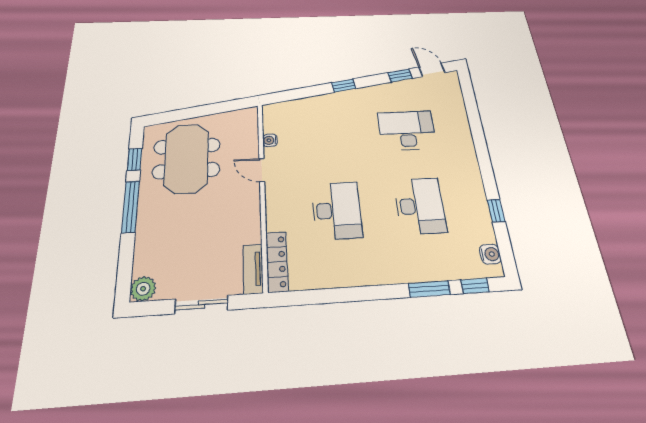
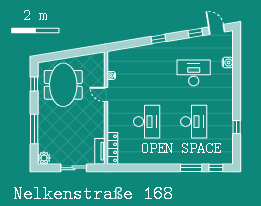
window: (130, 207) -> (34, 129), moved
water cooler: (490, 254) -> (228, 63), moved

